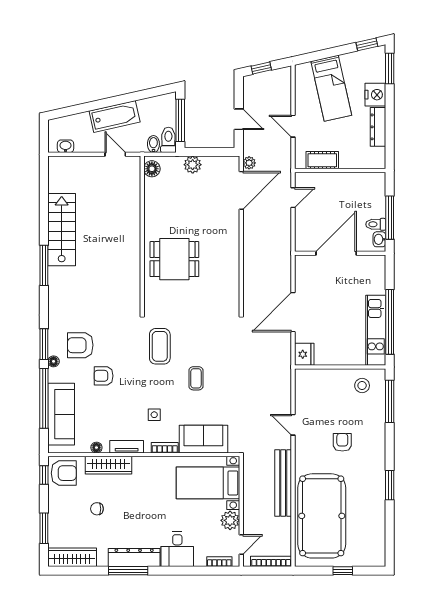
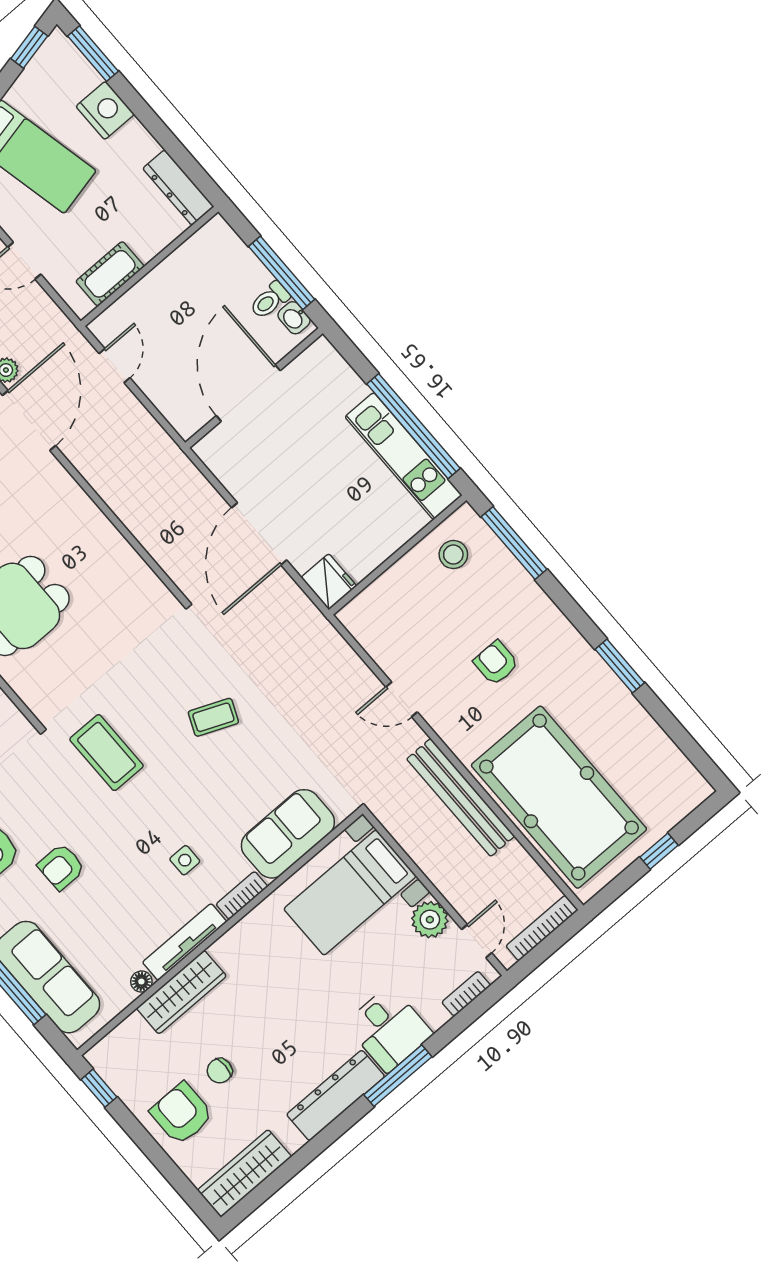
dresser: (378, 127) -> (178, 187), moved
coffee table: (196, 378) -> (213, 717), moved, turned -67
tv unit: (127, 447) -> (185, 942), width x1.41
armchair: (64, 473) -> (182, 1114), moved, turned -90
window: (44, 528) -> (166, 1167), removed
window: (128, 571) -> (398, 1076), moved

